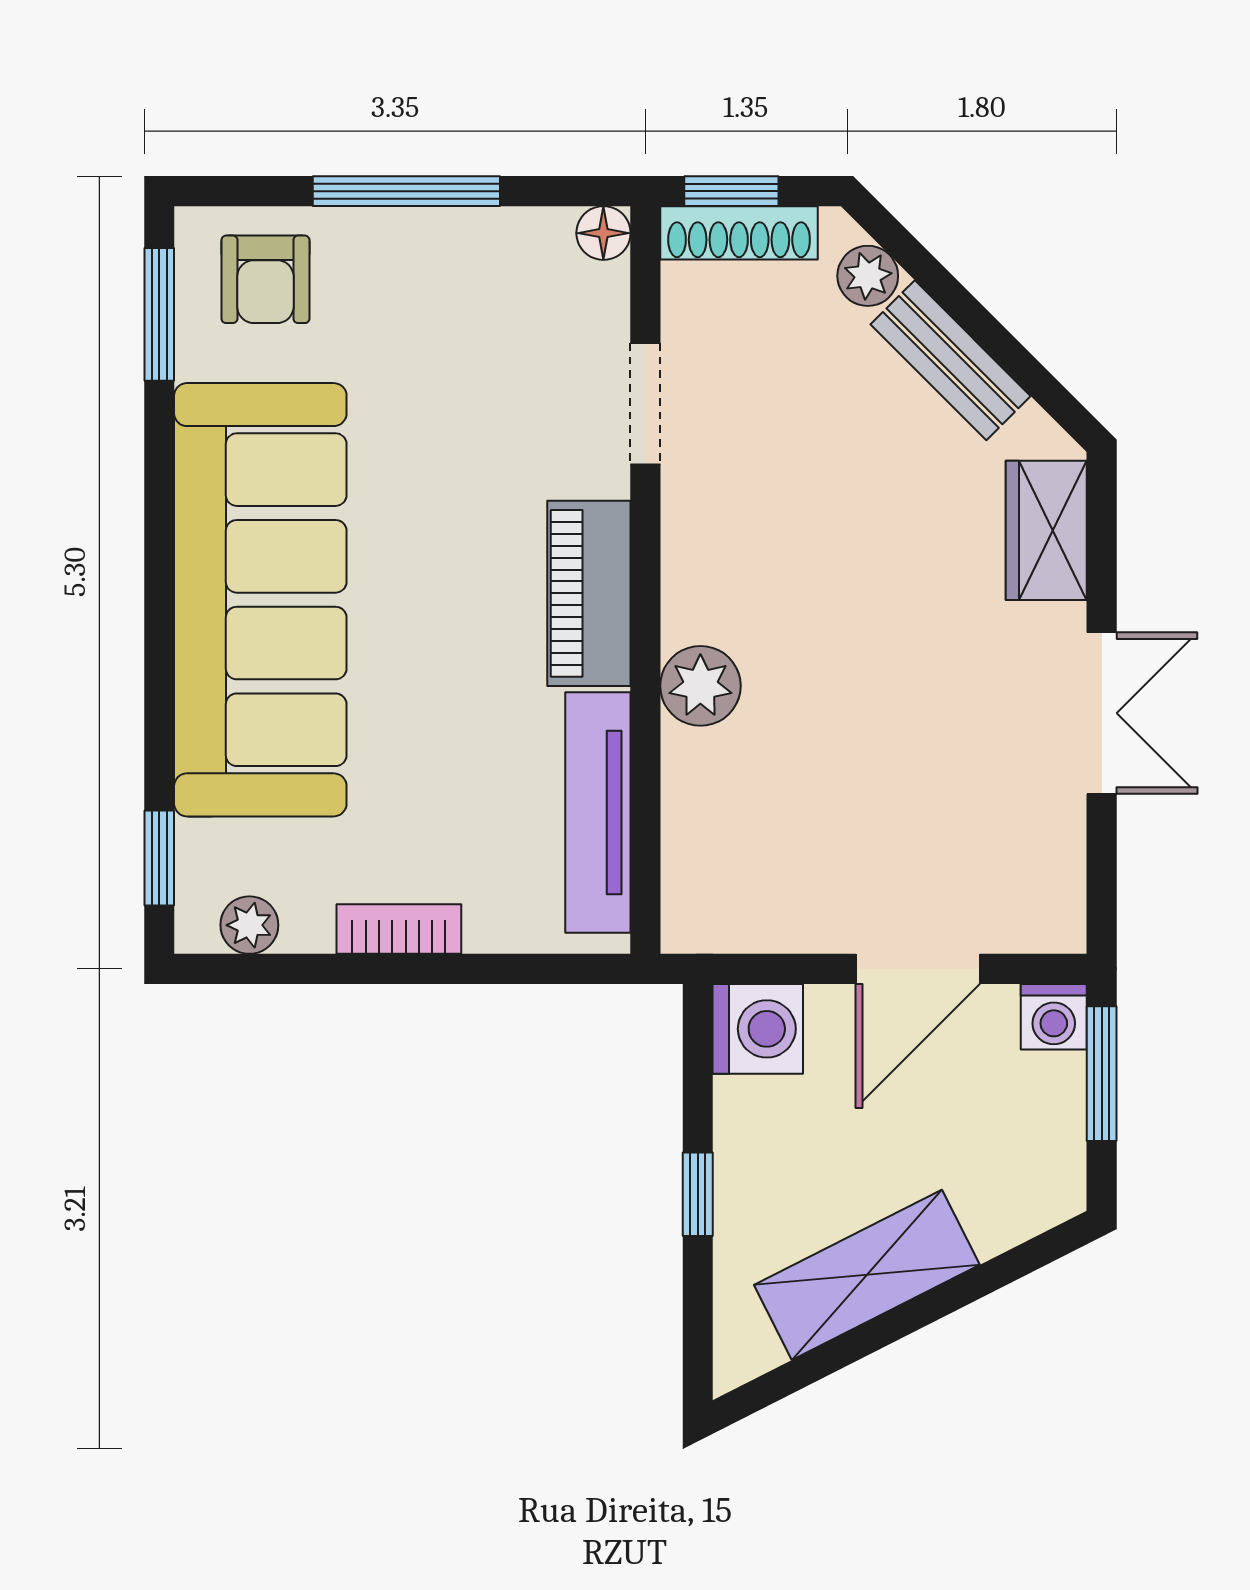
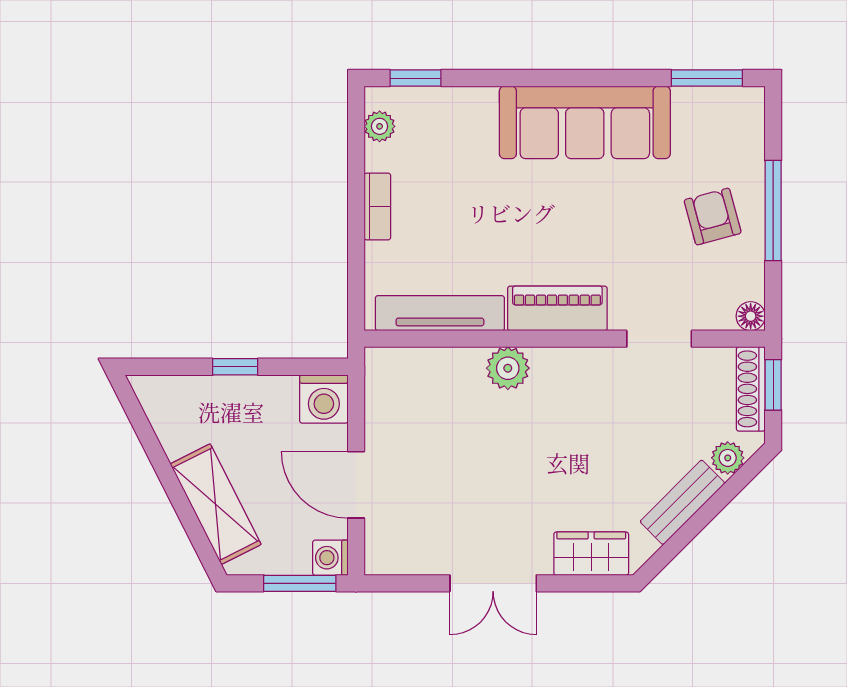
armchair: (265, 279) -> (713, 217), moved, turned 75
sofa: (260, 600) -> (585, 122), width x0.74, depth x0.79
shelving: (867, 1275) -> (216, 504), moved

